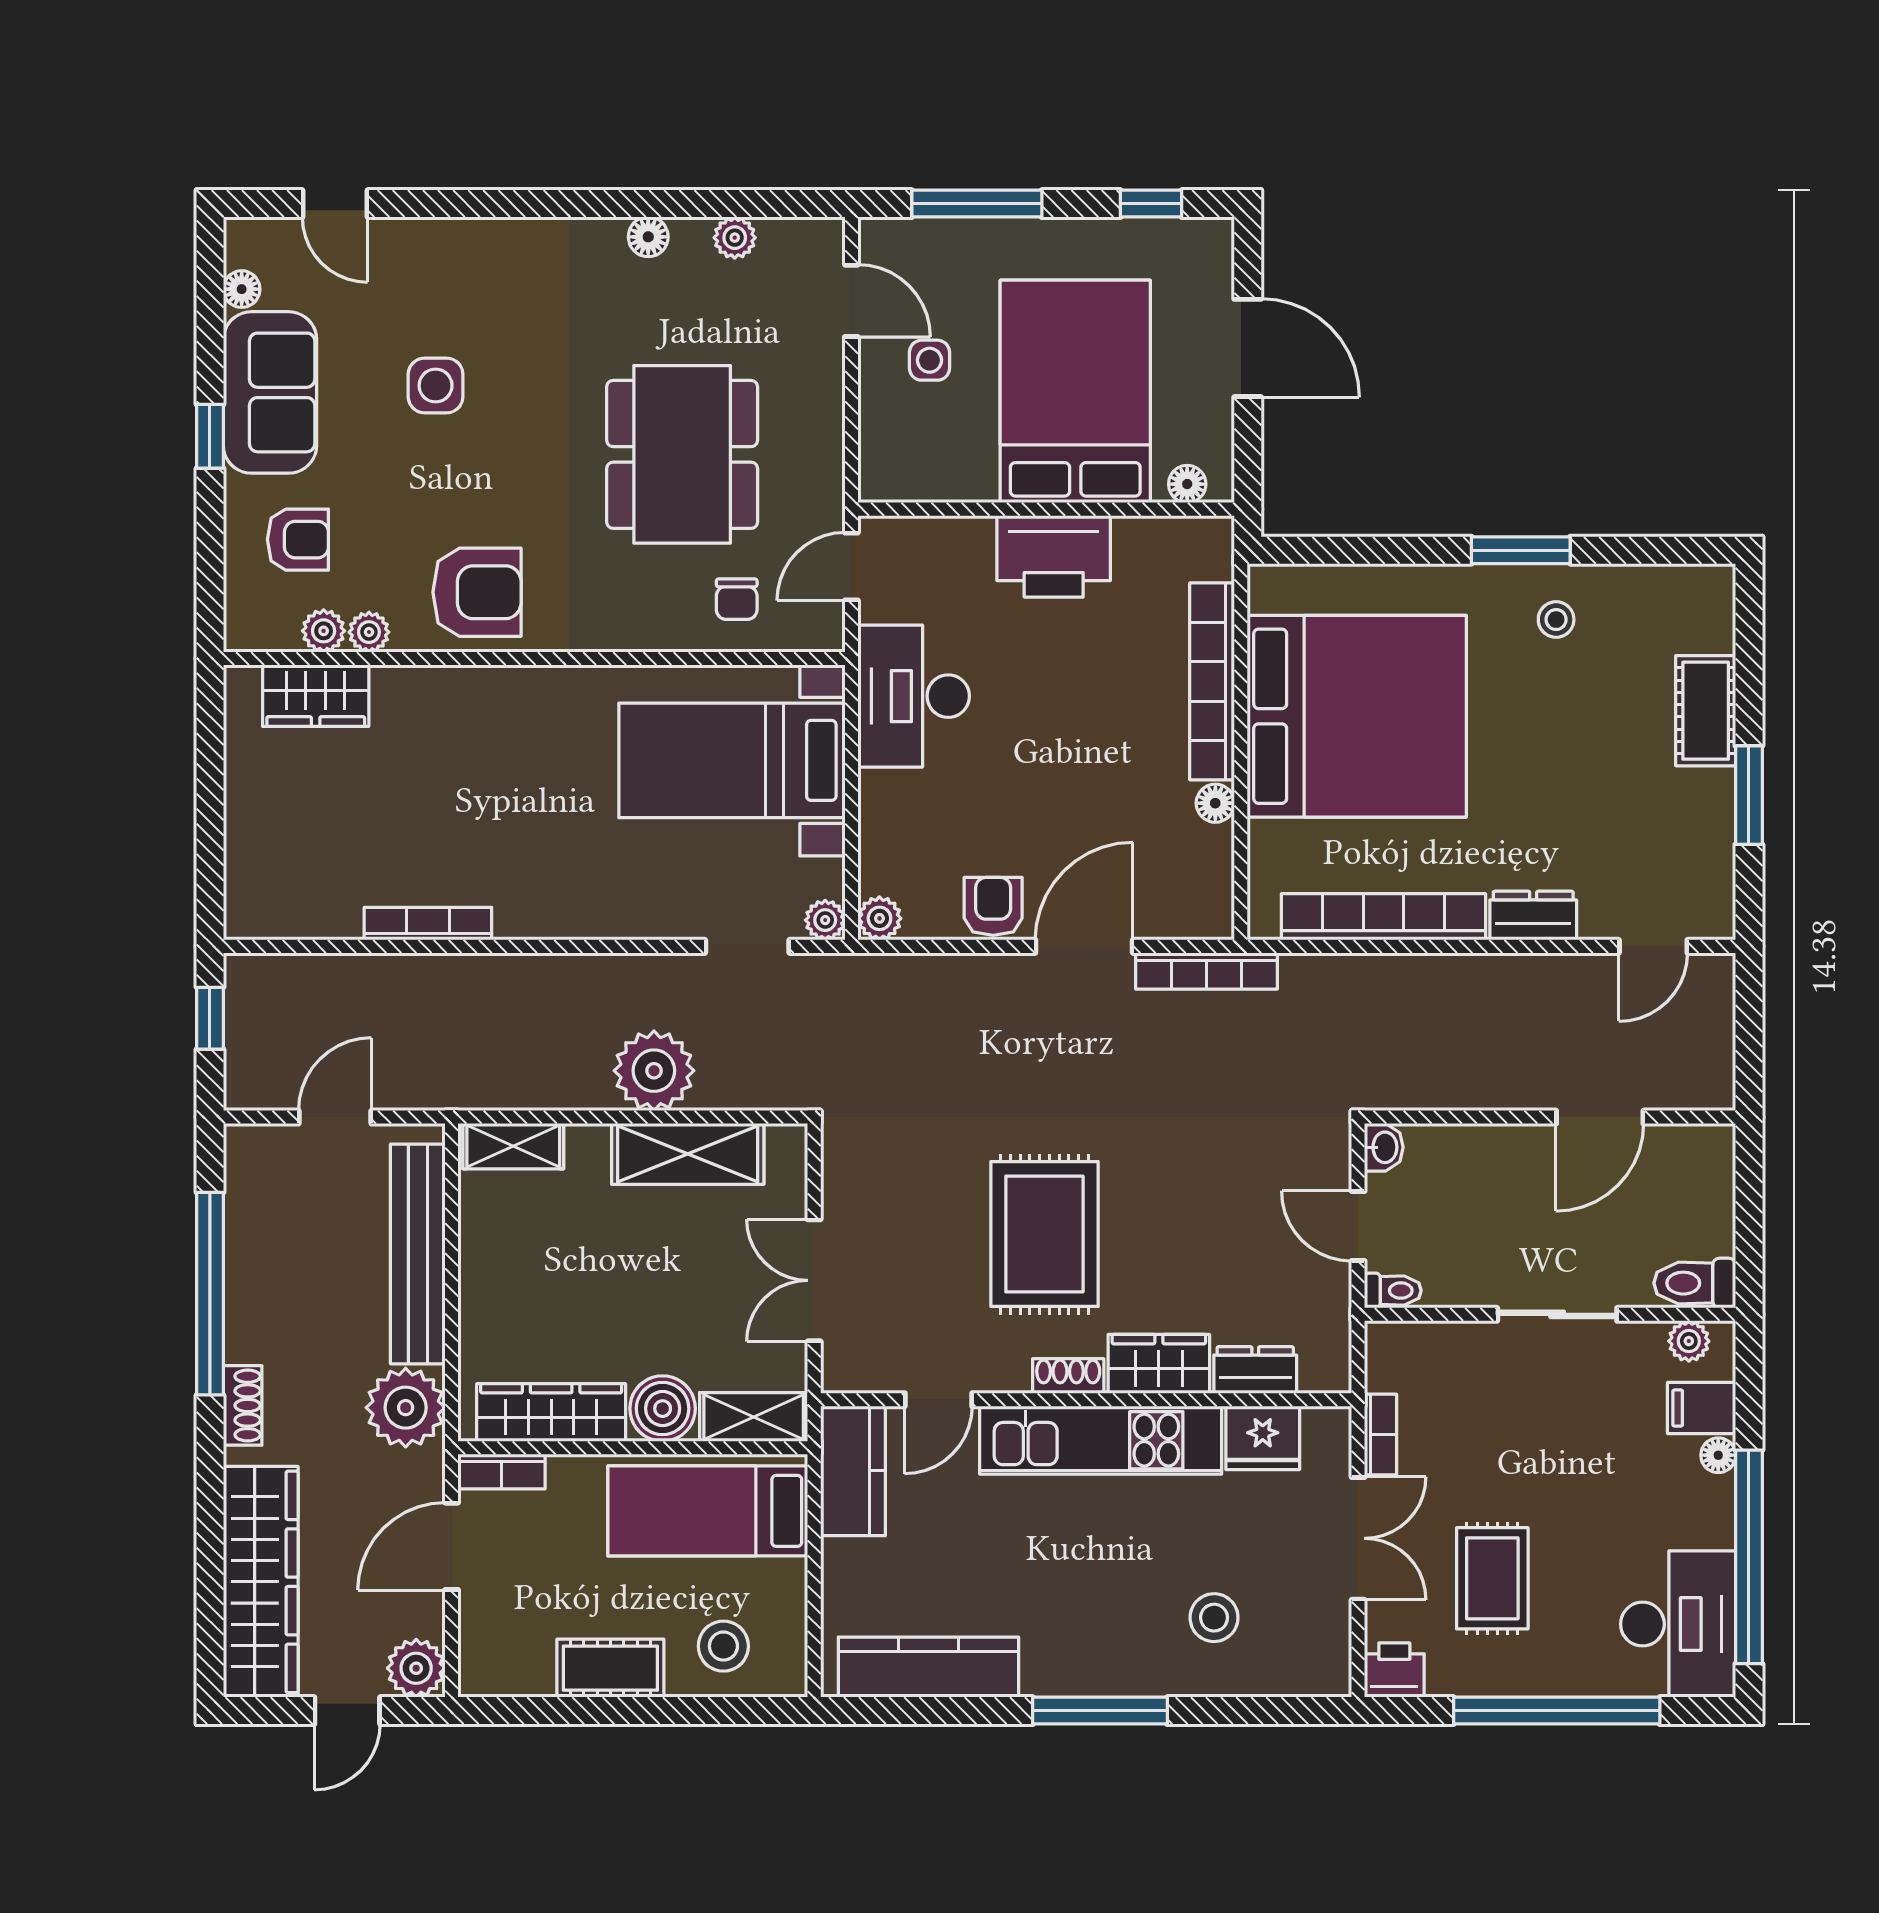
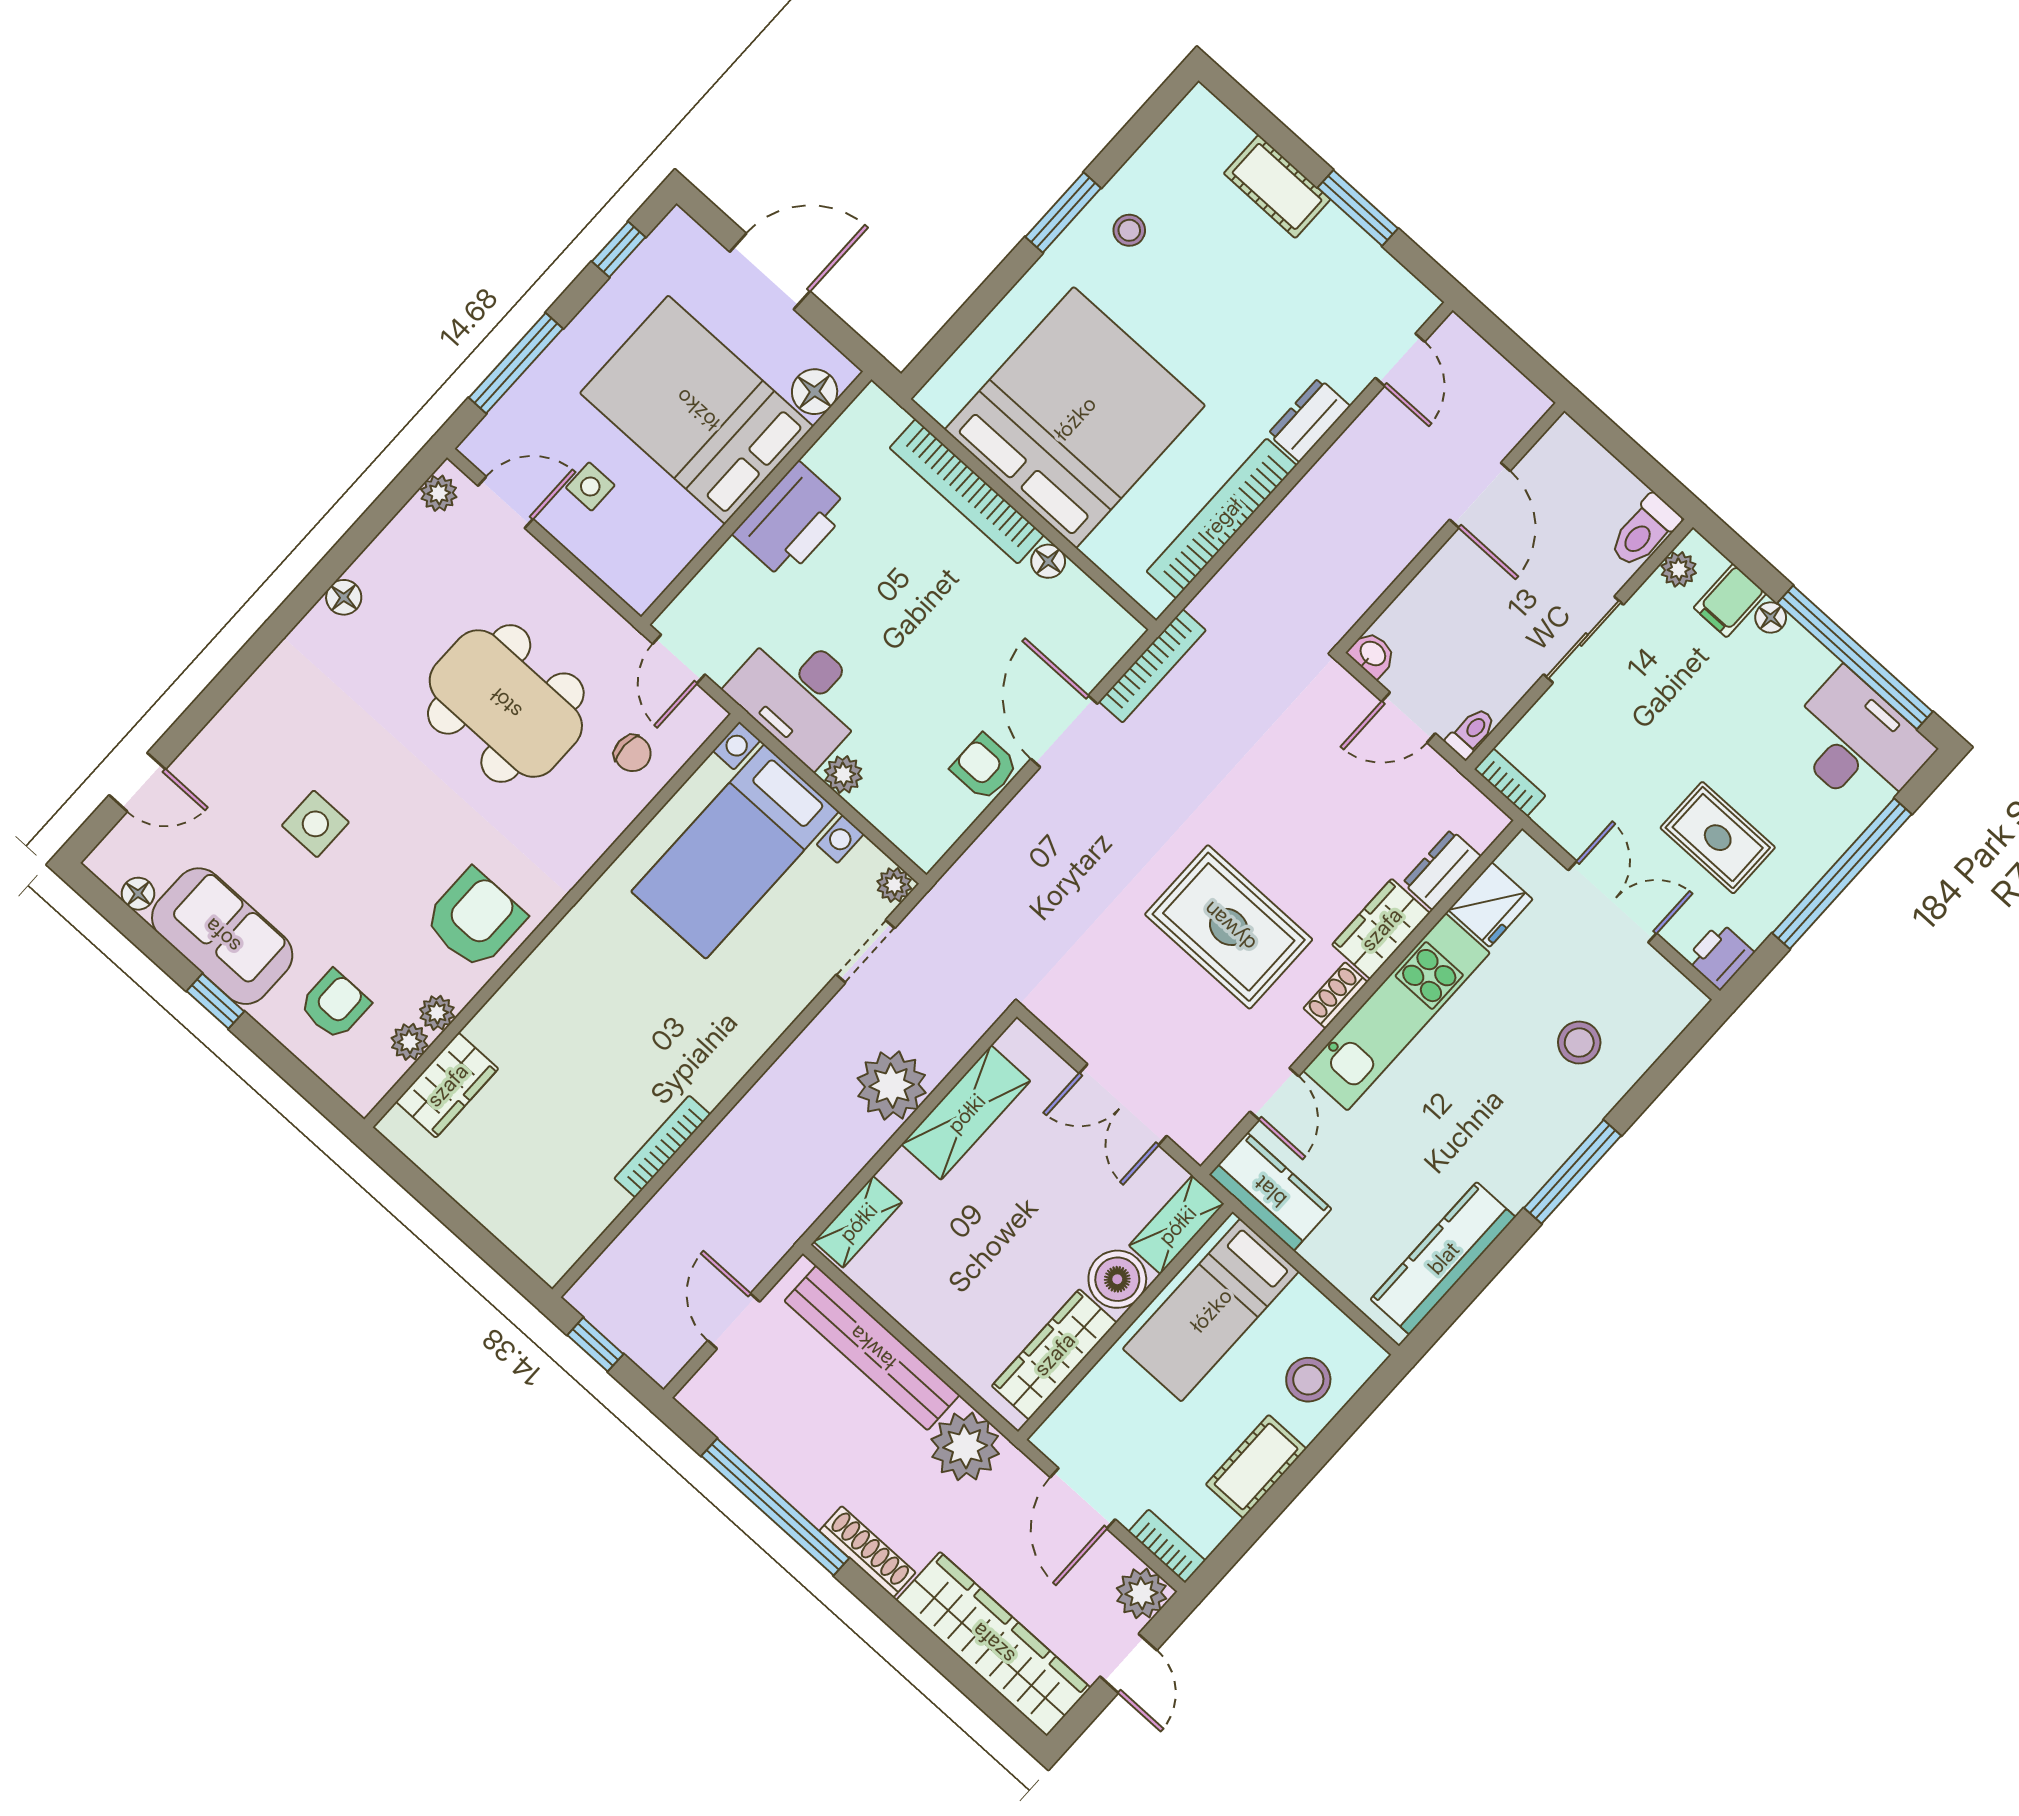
plant: (735, 238) -> (439, 493), moved
floor lamp: (1187, 484) -> (815, 392), width x1.37, depth x1.37
plant: (879, 918) -> (843, 774), moved
shoe rack: (243, 1405) -> (868, 1552), width x1.43
bookcase: (1381, 1434) -> (1510, 782), moved
bookcase: (501, 1471) -> (1167, 1546), moved, turned -90

